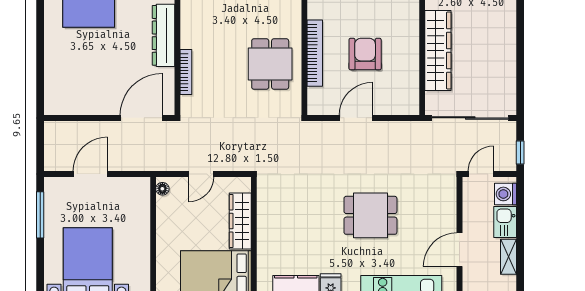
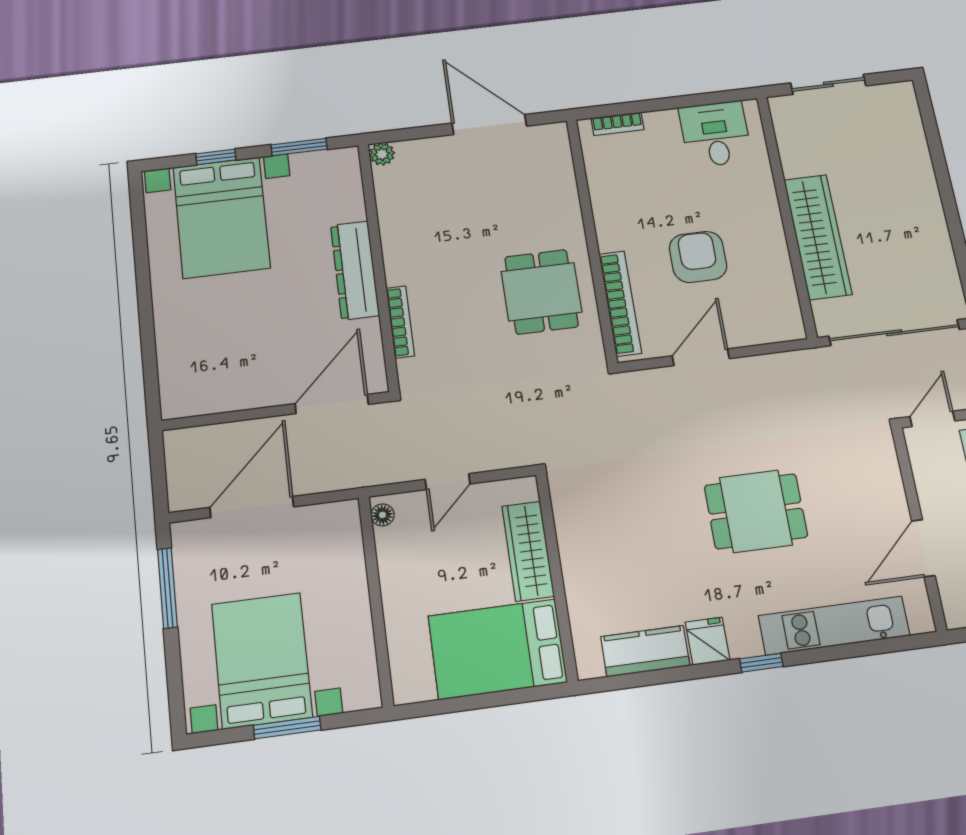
bookcase: (315, 53) -> (620, 303), moved
door: (90, 174) -> (252, 507), width x1.36

